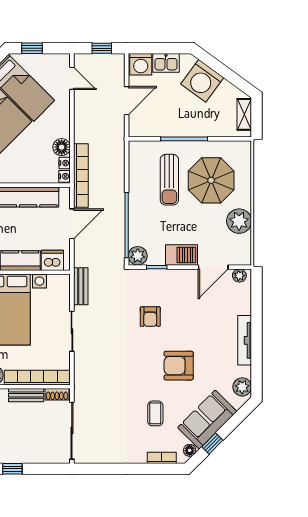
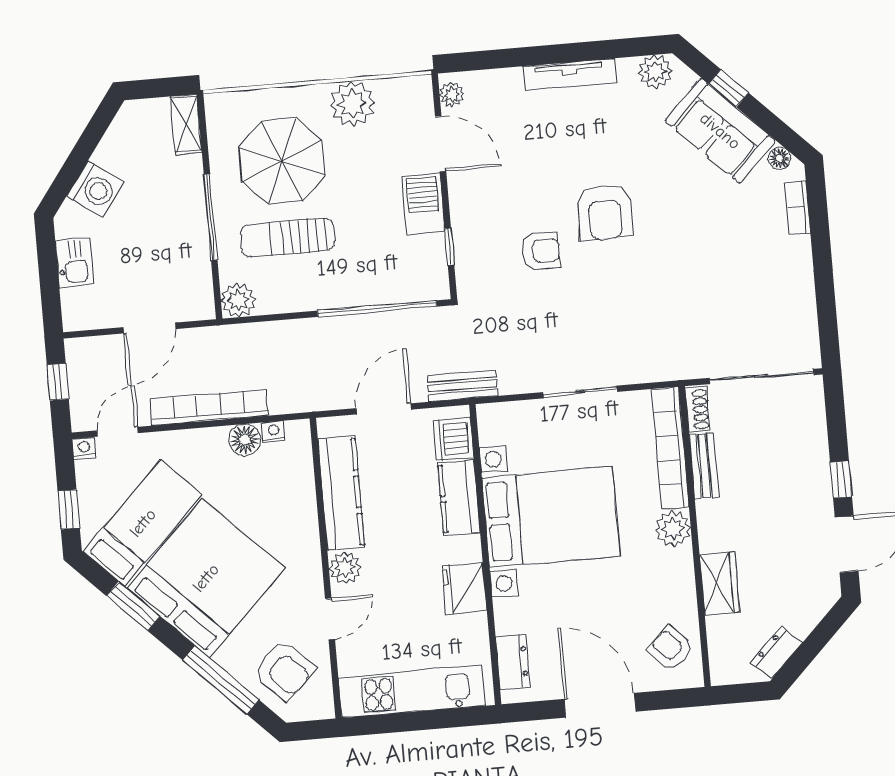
washing machine: (141, 64) -> (81, 308), removed
washing machine: (202, 81) -> (95, 189), width x0.73, depth x0.73
door: (127, 101) -> (150, 328), swing flipped
shelving: (244, 114) -> (186, 124), moved, turned 90
nightstand: (65, 176) -> (84, 448), moved
bookcase: (81, 176) -> (209, 407), moved
sun lounger: (169, 180) -> (288, 238), turned 180
door: (72, 224) -> (384, 409), hinge flipped
plant: (138, 256) -> (238, 300), moved
bench: (81, 286) -> (462, 386), moved
armchair: (179, 366) -> (605, 212), moved
coffee table: (155, 413) -> (717, 227), removed
window: (212, 443) -> (729, 88), moved

